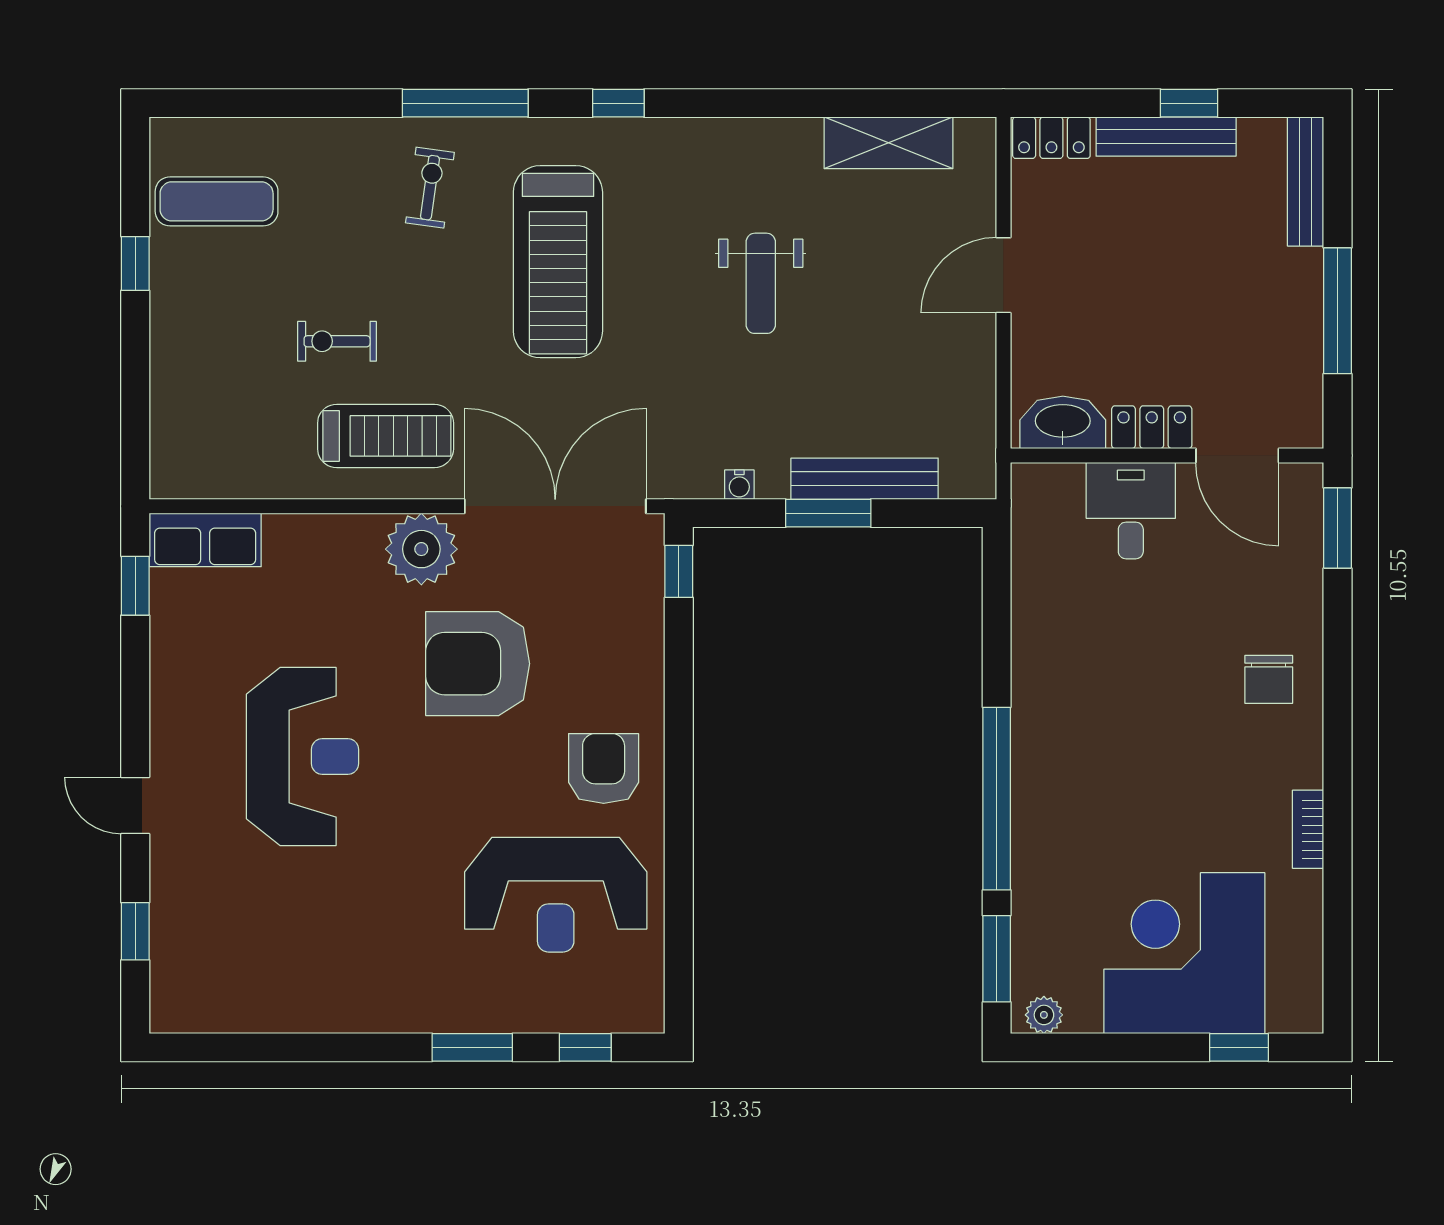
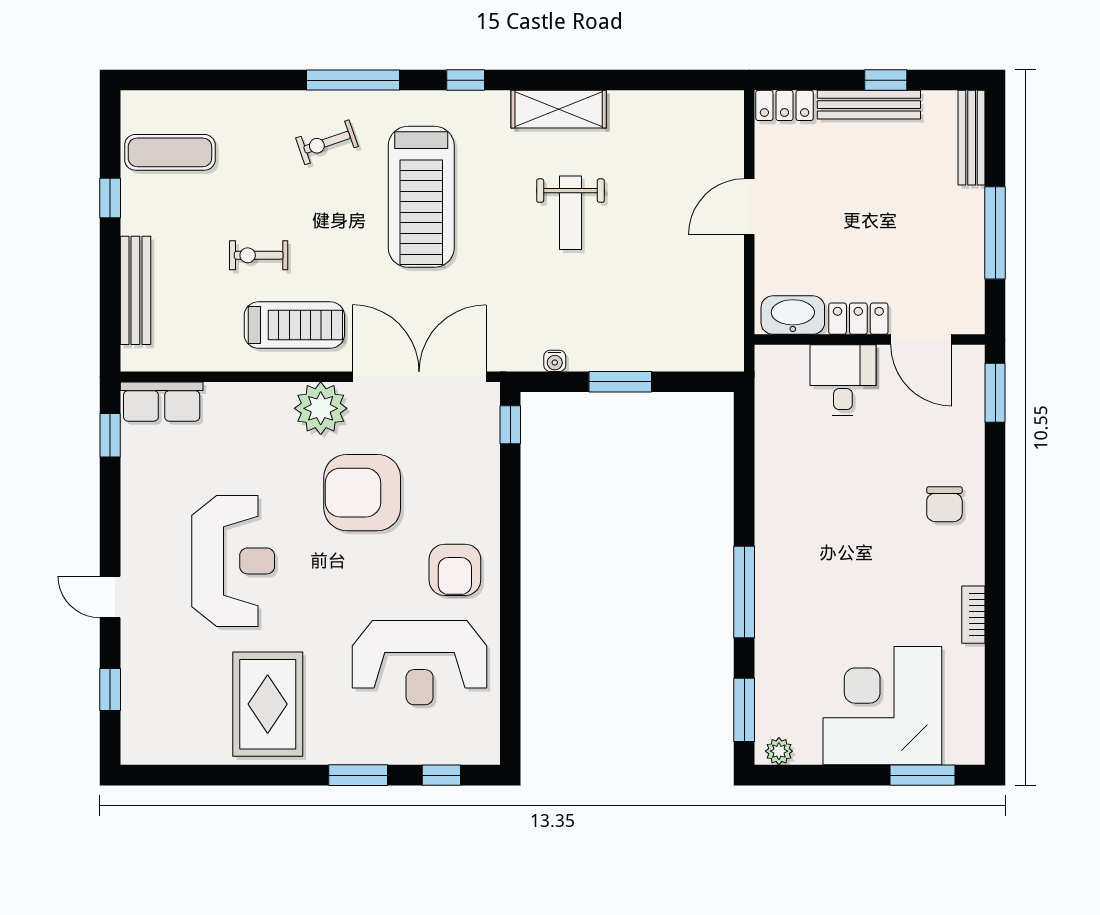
shelving: (888, 143) -> (559, 109), moved
exercise bike: (430, 188) -> (327, 142), turned -117
bench: (865, 479) -> (135, 290), moved, turned 90
armchair: (604, 768) -> (455, 570), turned 180
window: (997, 799) -> (744, 592), width x0.68
rug: (349, 951) -> (268, 704), added
window: (1239, 1047) -> (923, 775), width x1.50

